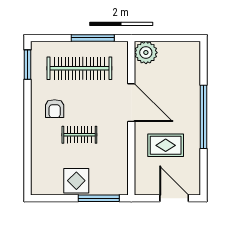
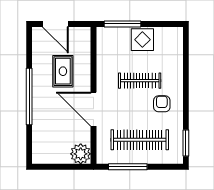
clothes rail: (79, 135) -> (140, 81), width x1.36
rug: (166, 145) -> (63, 71), turned 90

